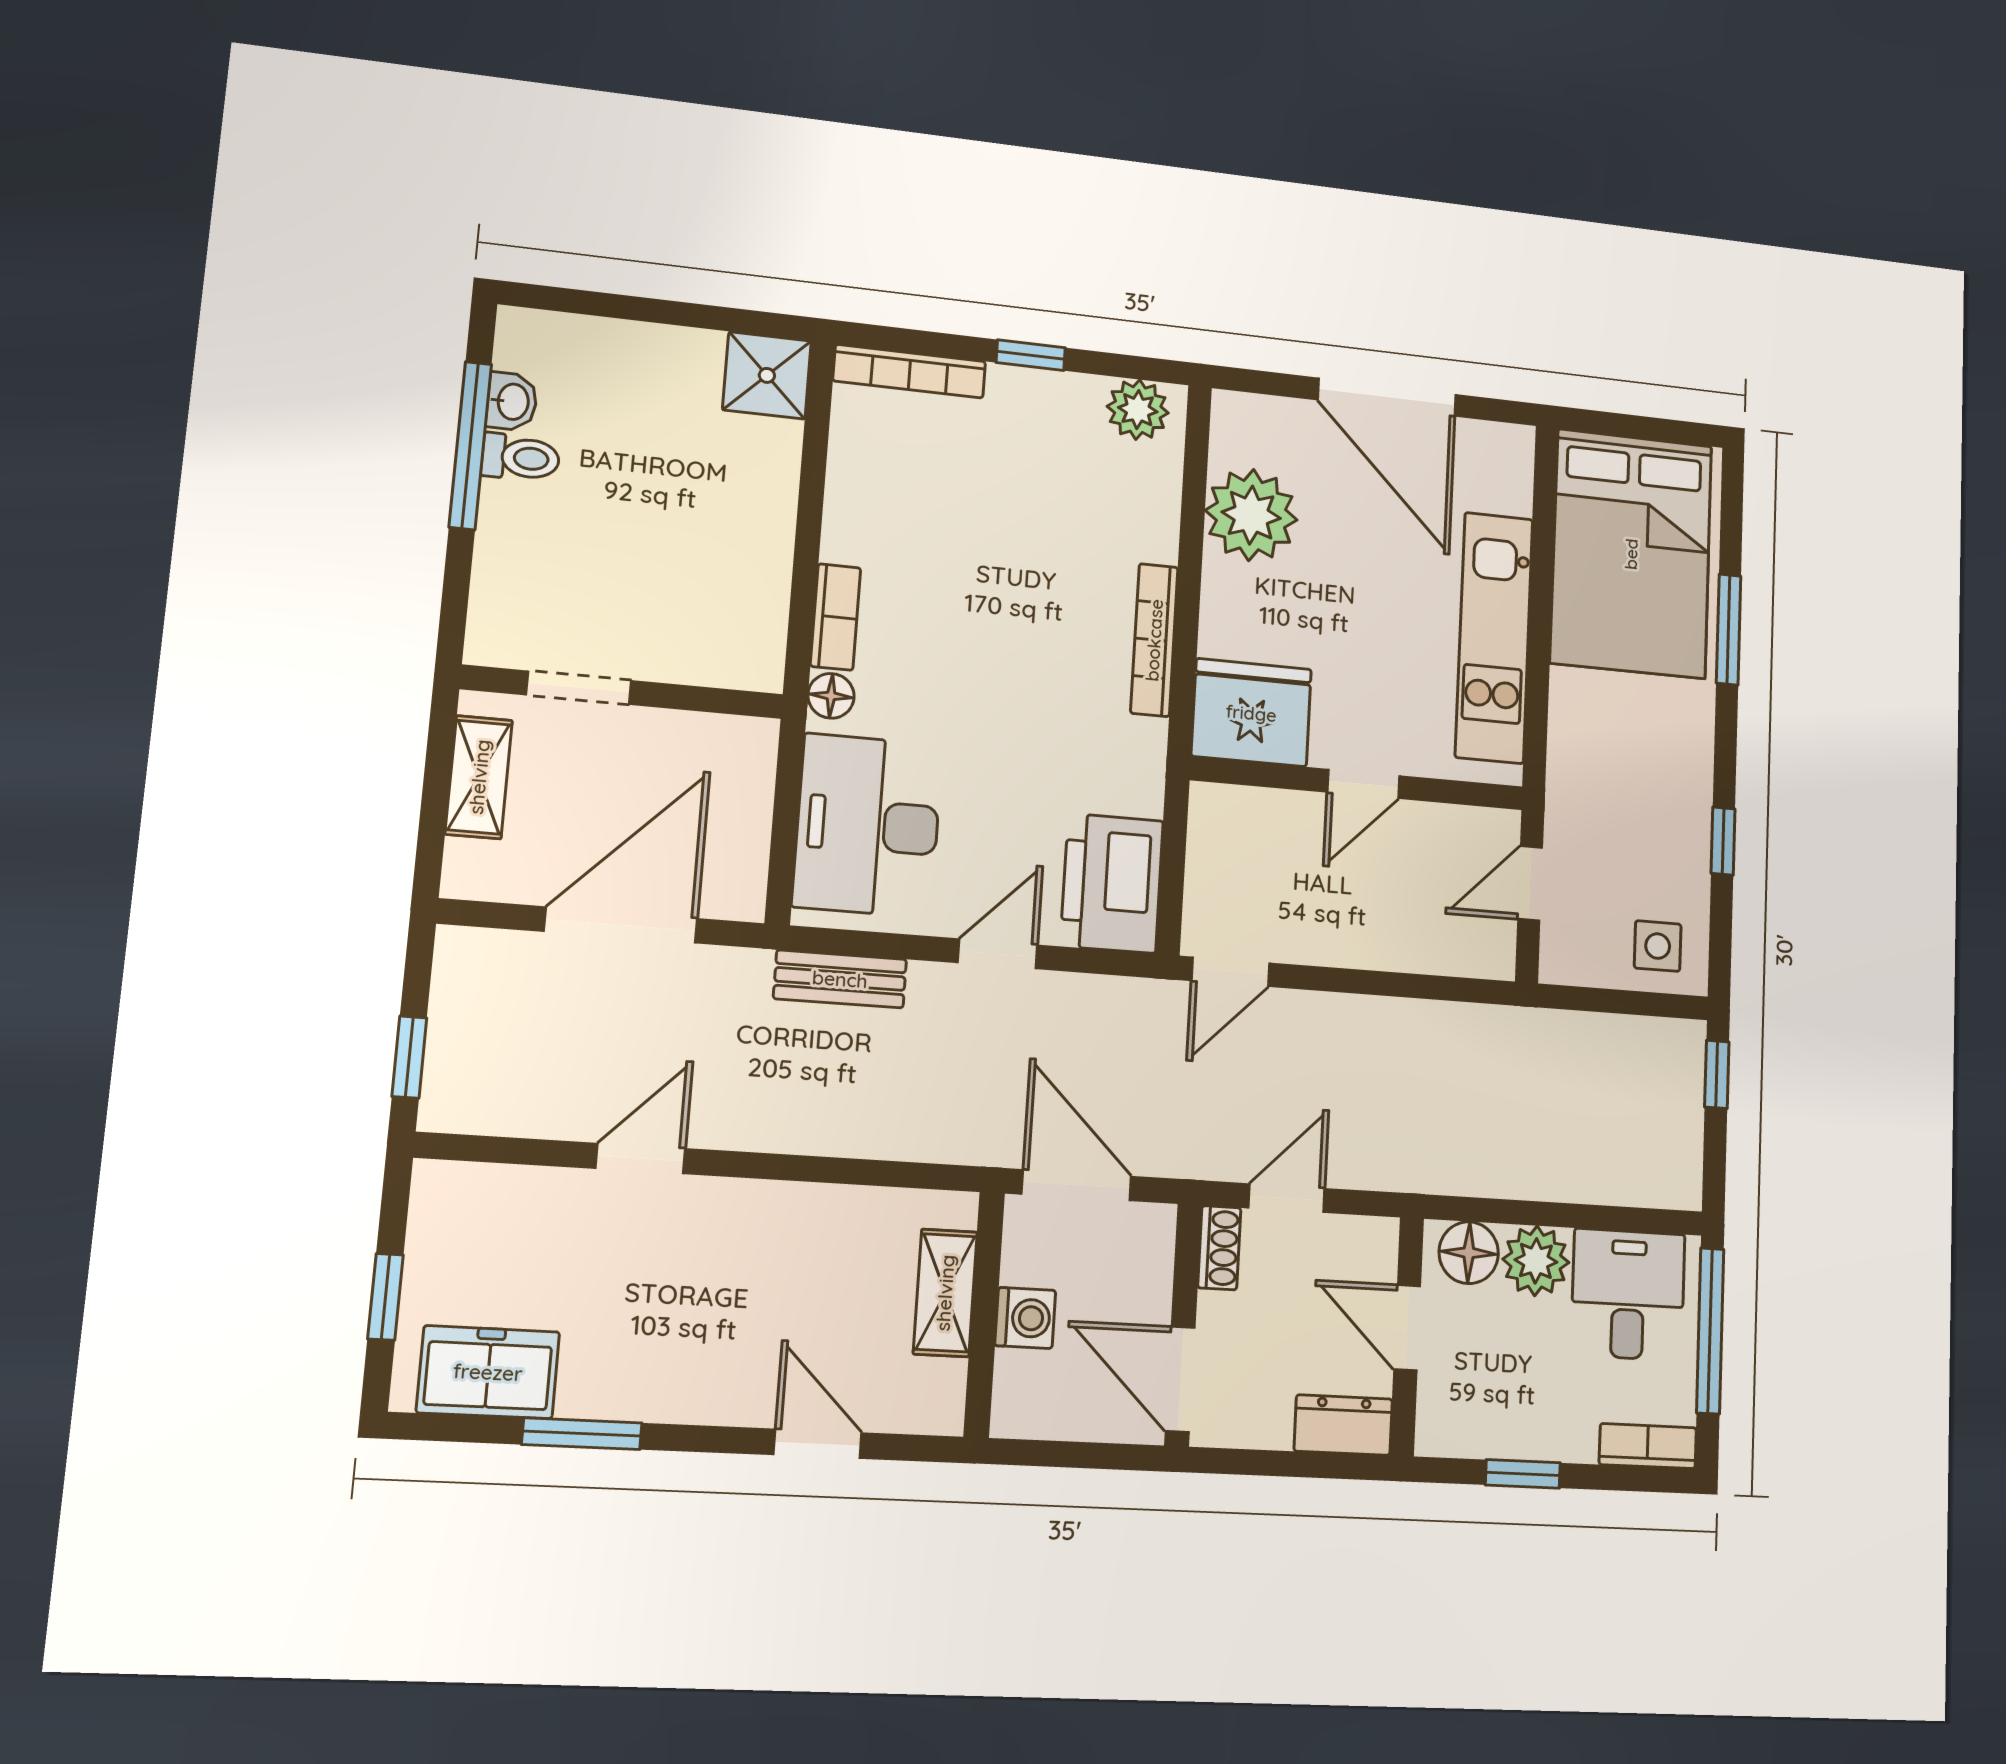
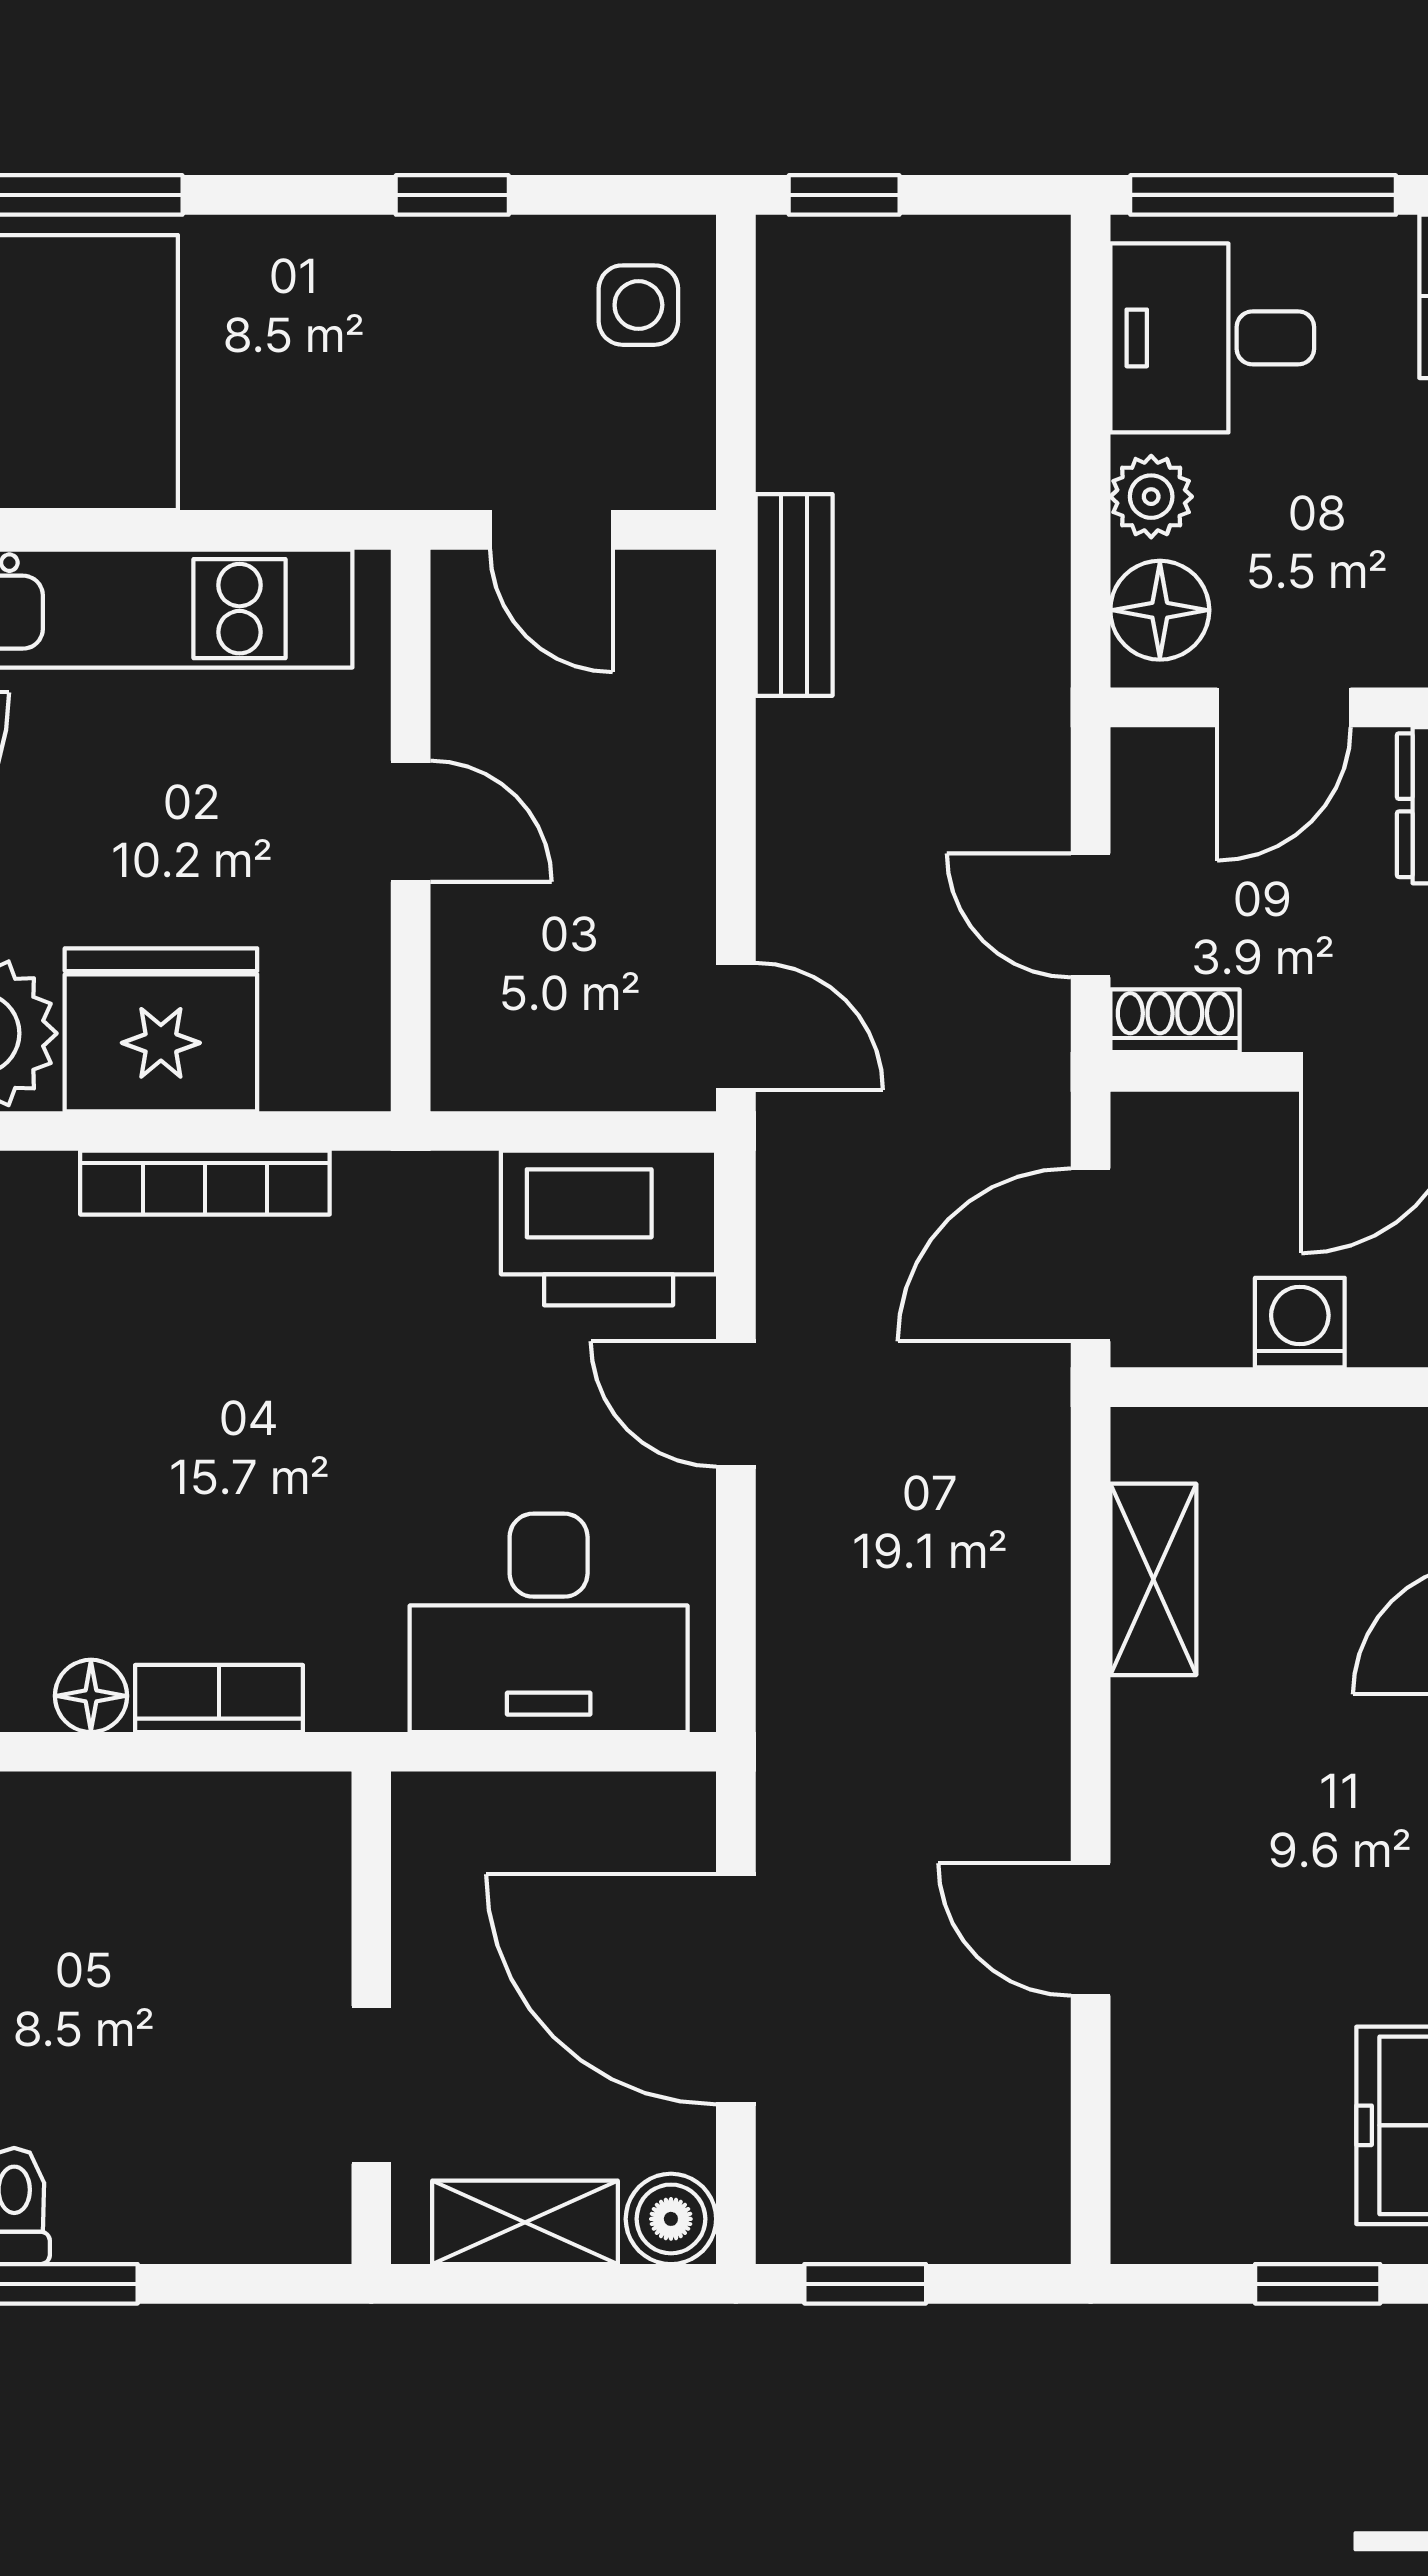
floor lamp: (831, 696) -> (91, 1696), moved
fridge: (1251, 713) -> (161, 1030), moved, turned 90
boiler: (472, 871) -> (671, 2219), added
bench: (840, 979) -> (794, 595), moved
window: (409, 1057) -> (865, 2284), moved
plant: (1536, 1261) -> (1151, 497), width x0.73, depth x0.73
shelving: (945, 1293) -> (1153, 1579), moved, turned 90

